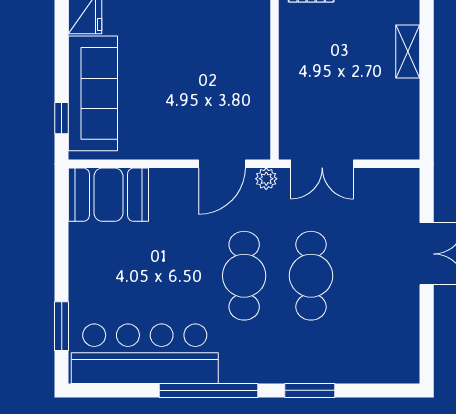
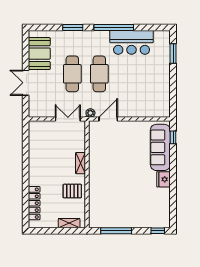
shelving: (408, 51) -> (81, 163), moved
booth: (108, 195) -> (39, 54), moved, turned 90
bar counter: (145, 354) -> (132, 42), width x0.73

